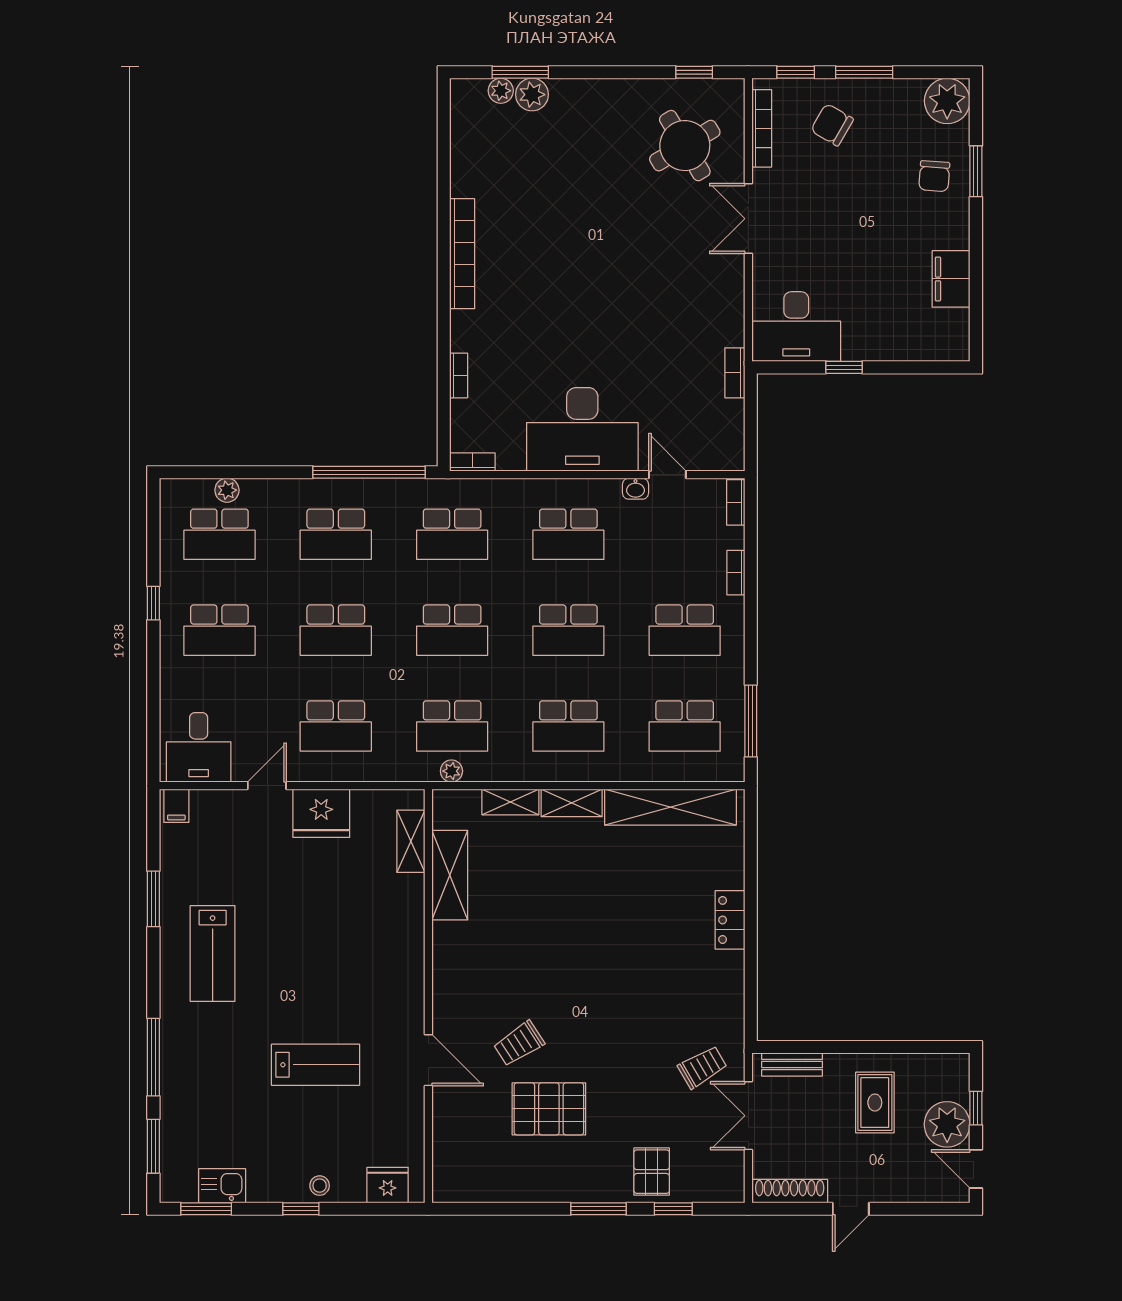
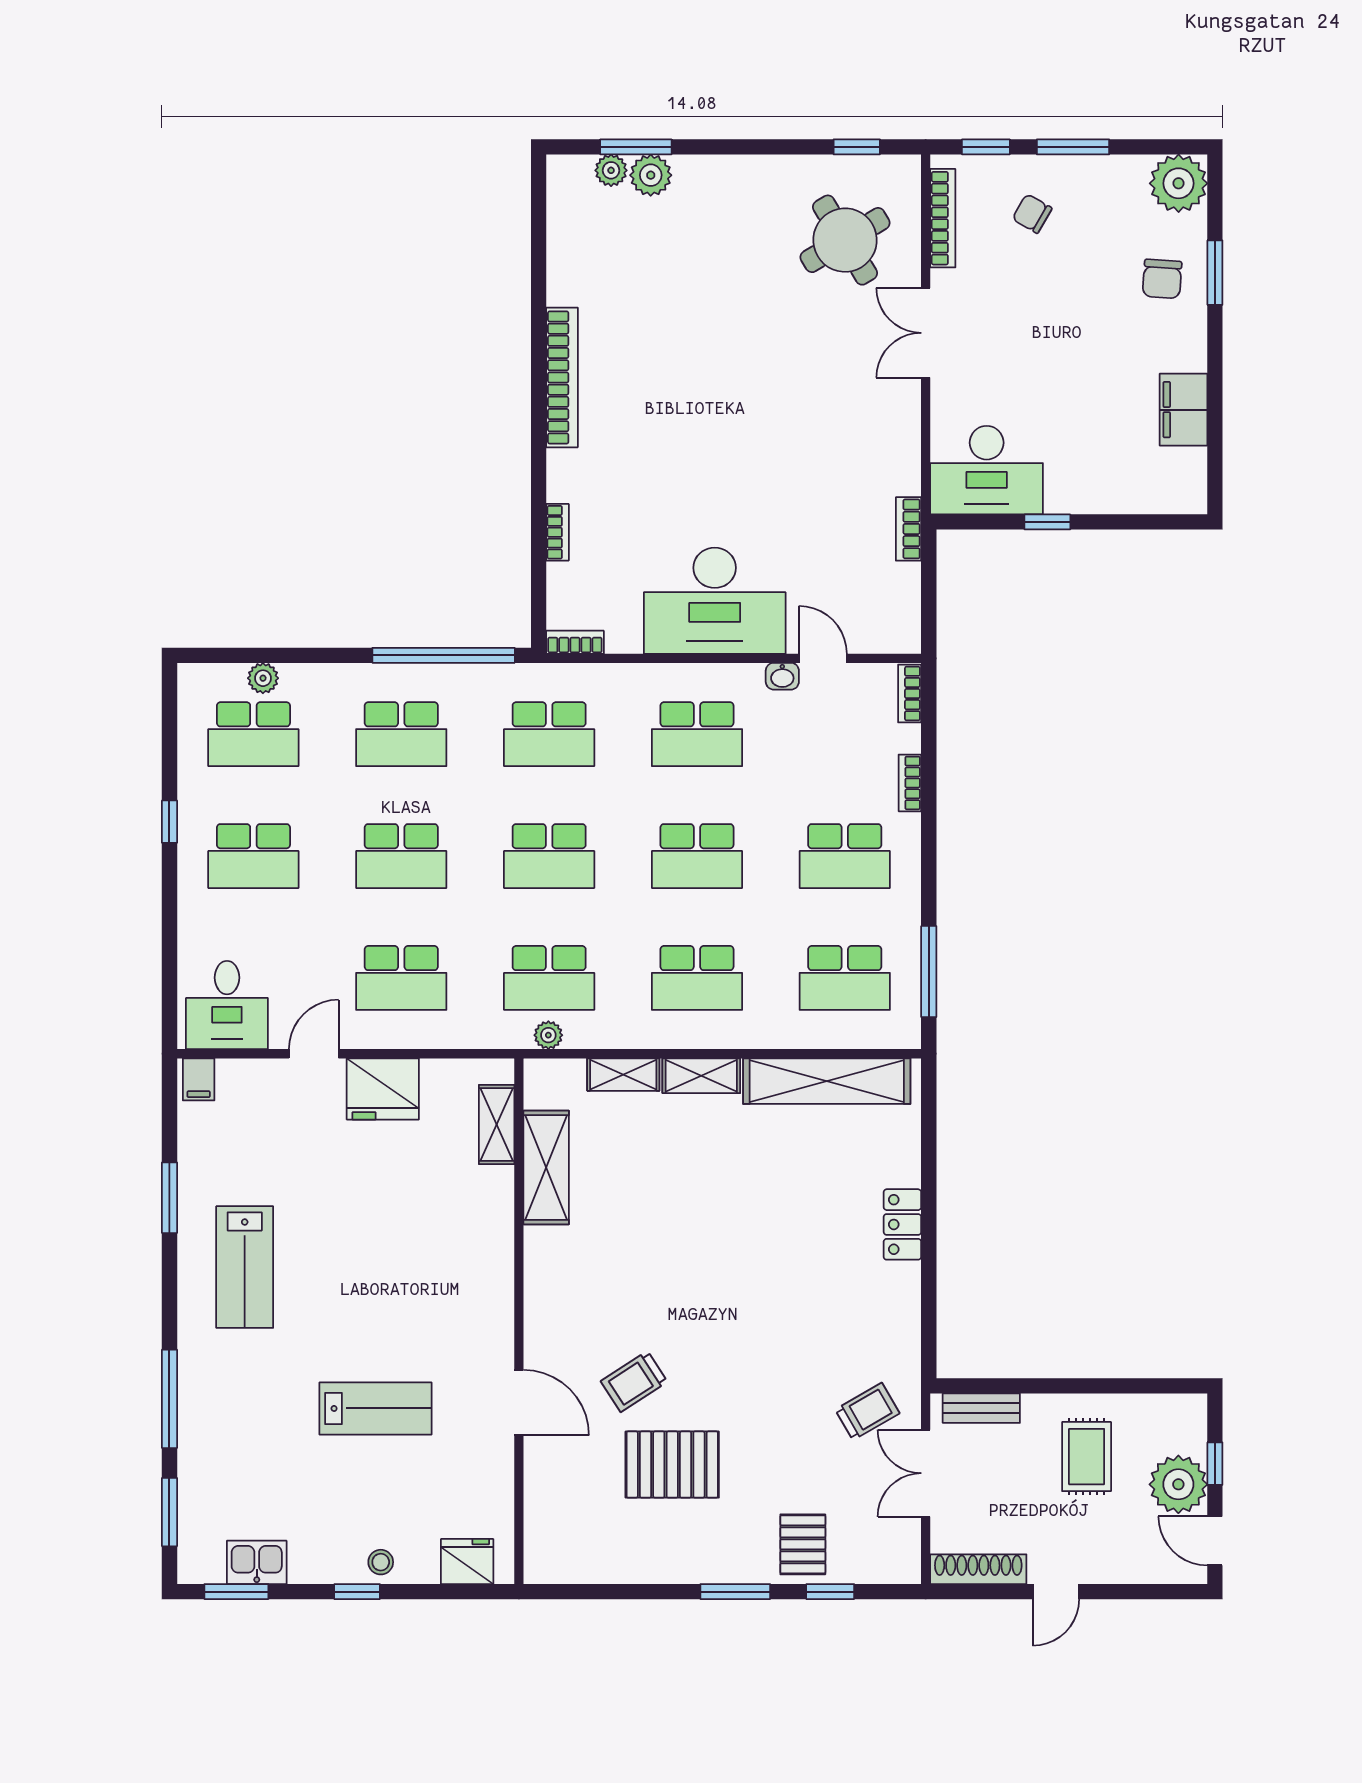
chair: (832, 125) -> (1032, 214), width x0.73, depth x0.73

